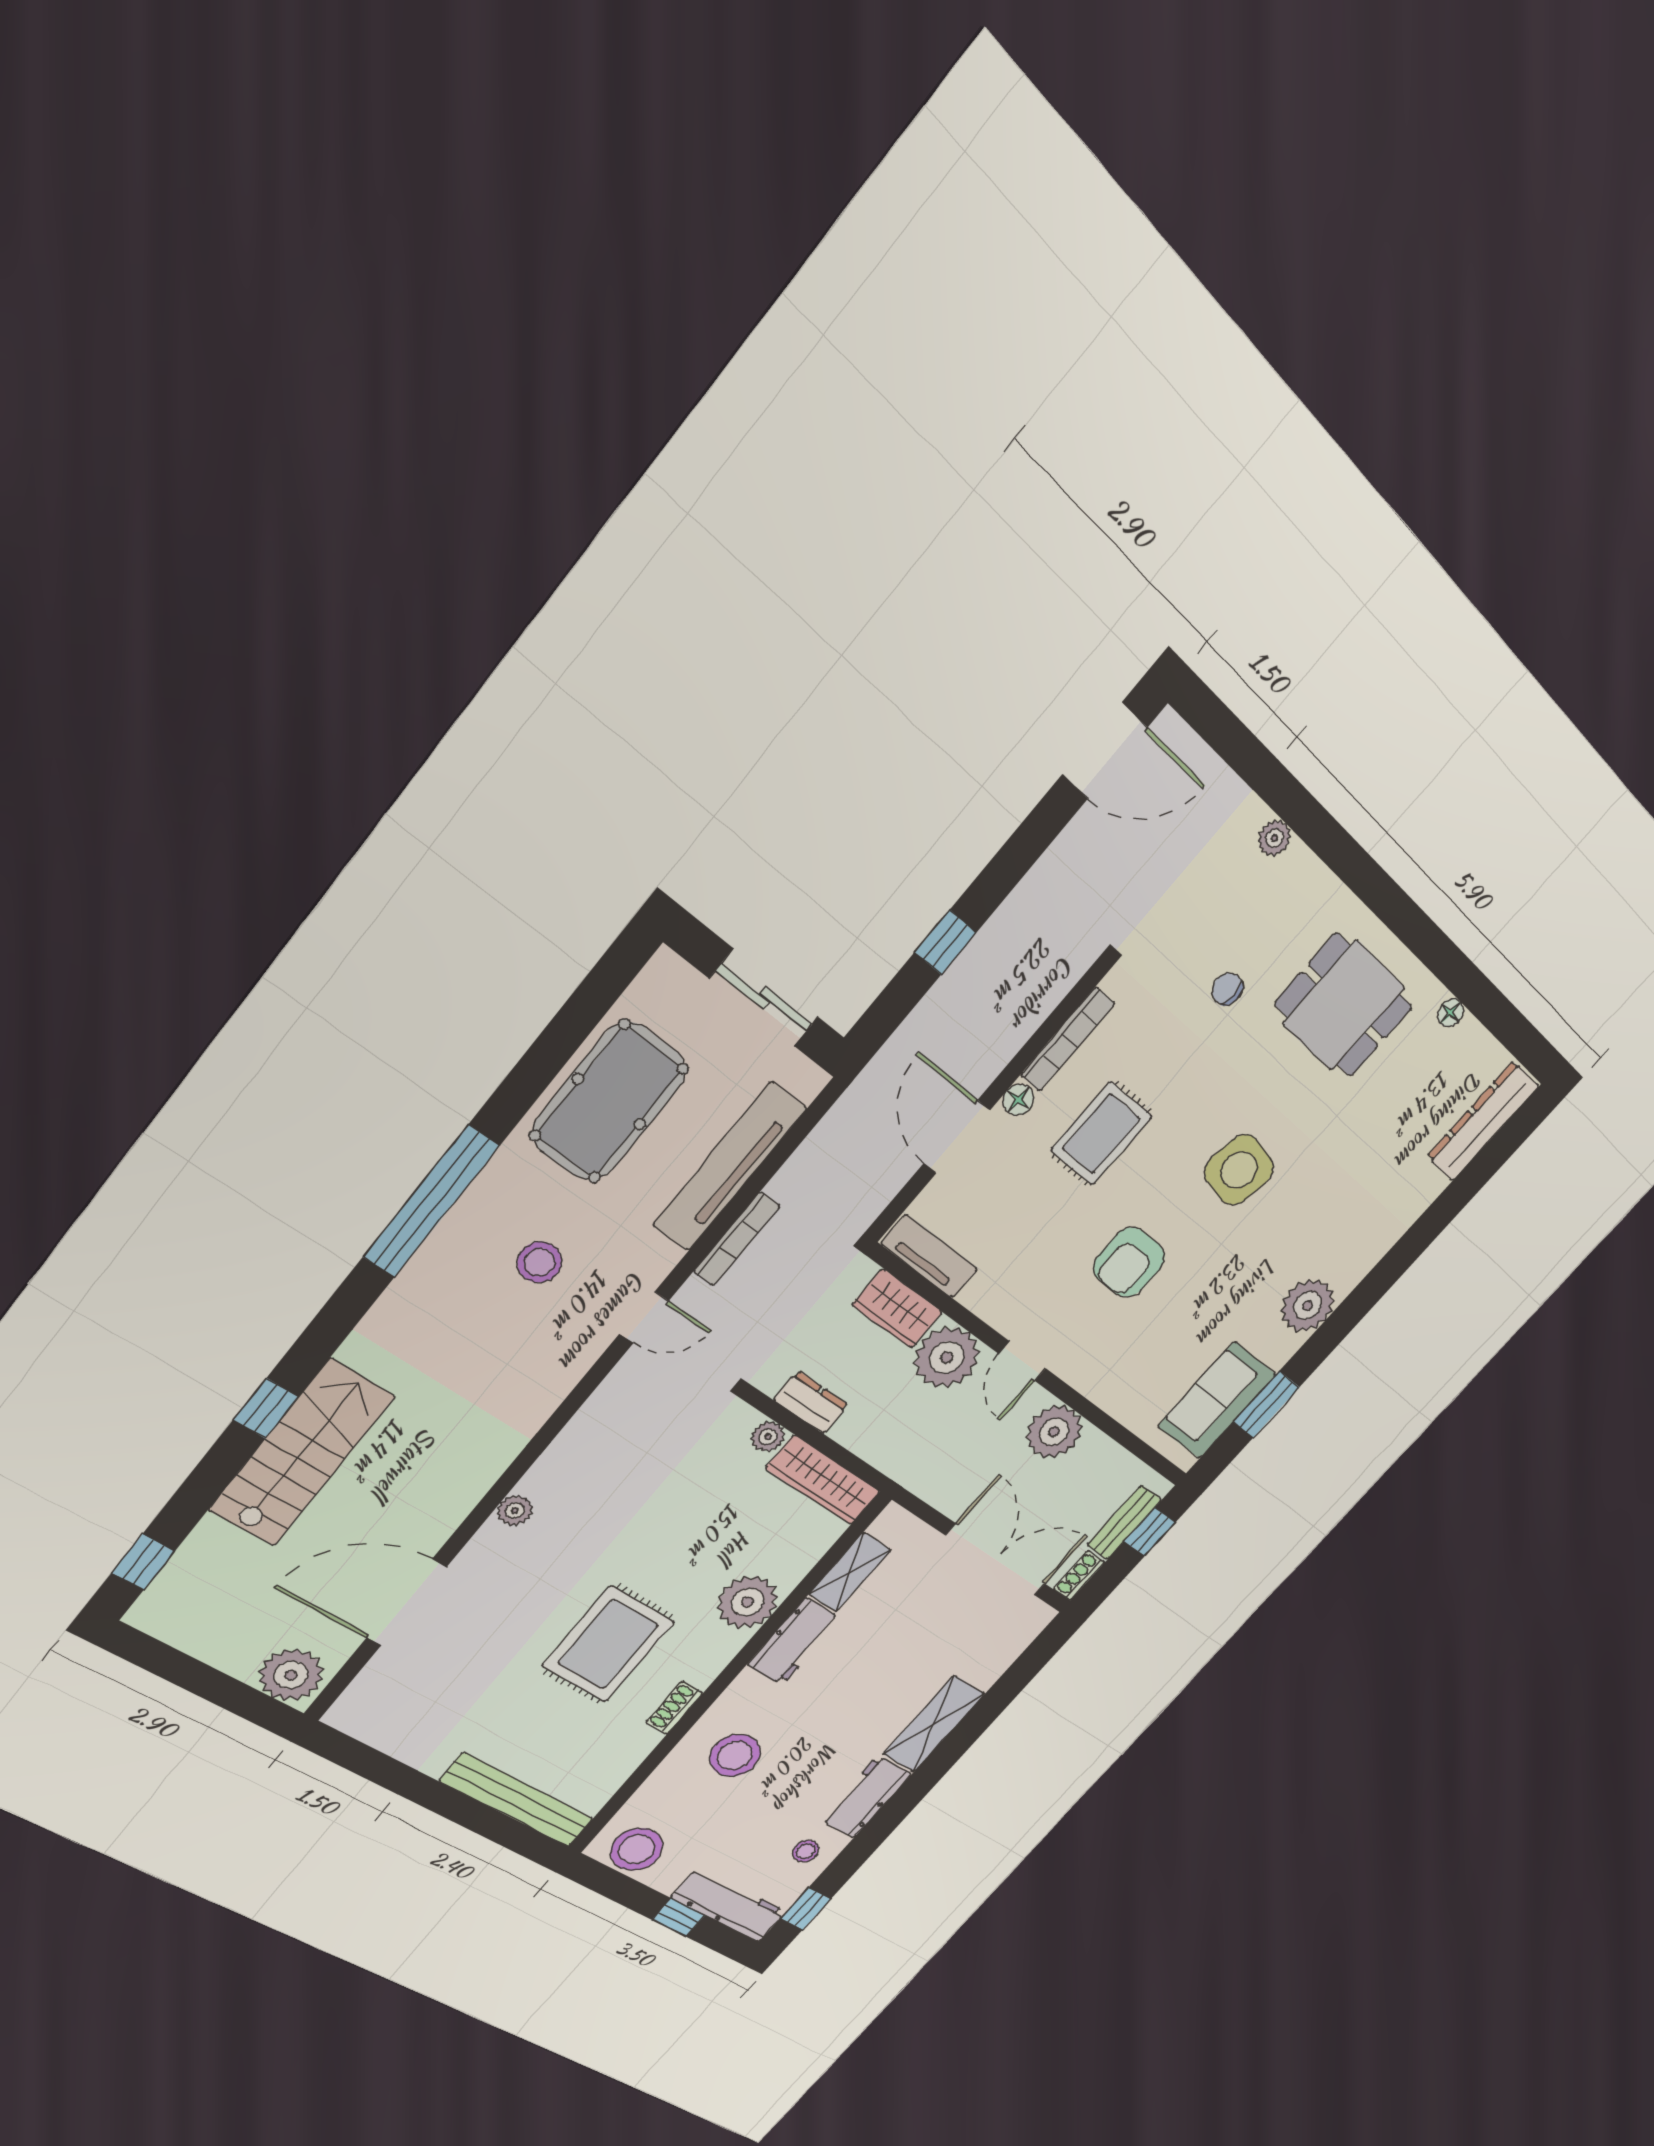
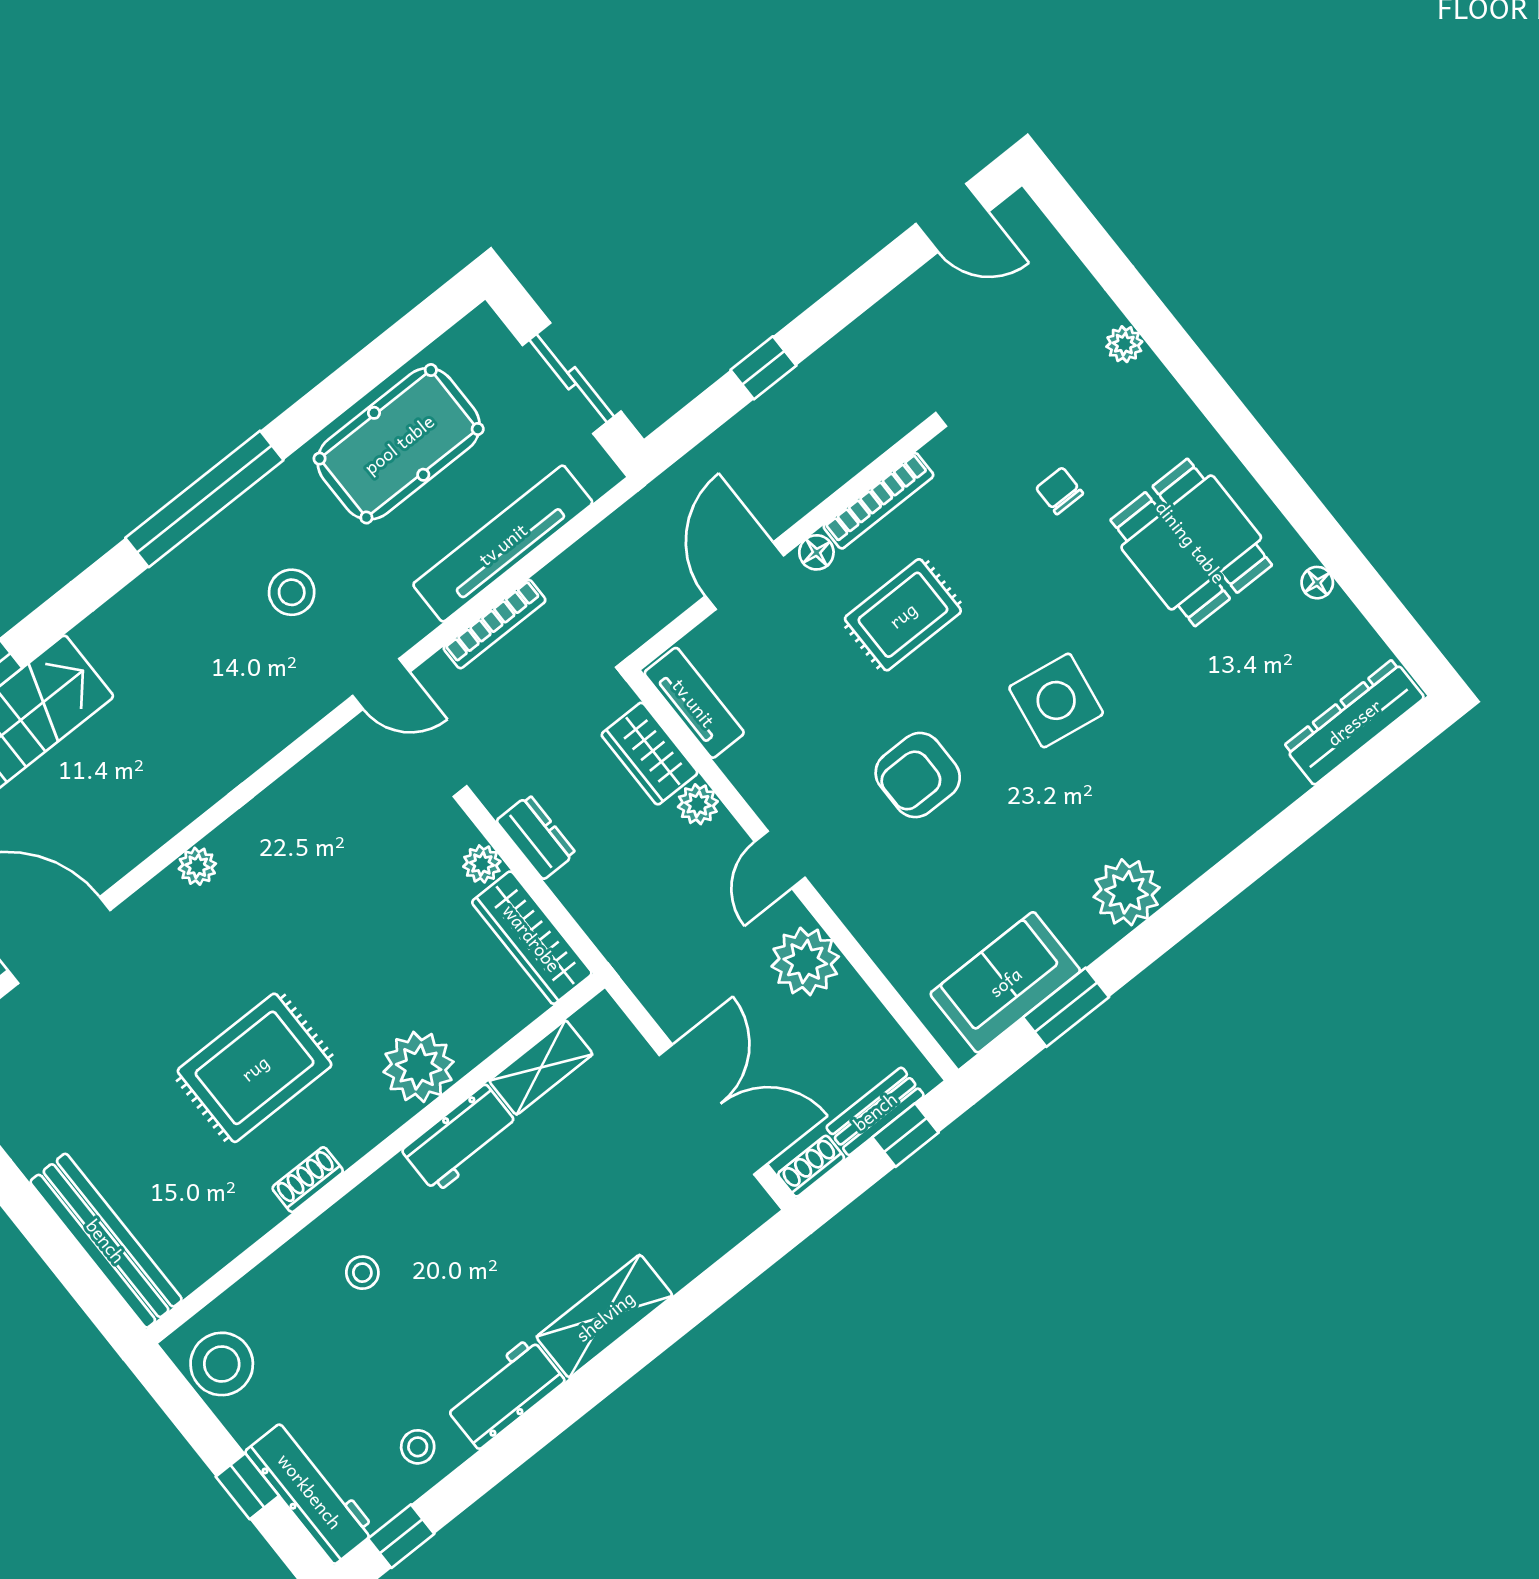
door: (1105, 751) -> (952, 218), width x0.73
plant: (947, 1358) -> (698, 804), width x0.53, depth x0.53
stool: (735, 1755) -> (362, 1273), width x0.53, depth x0.53

